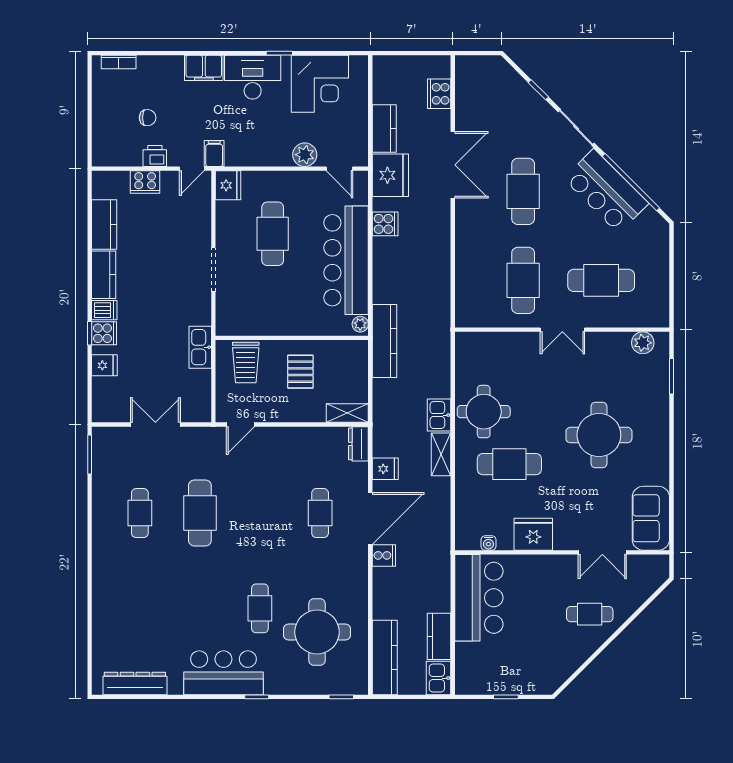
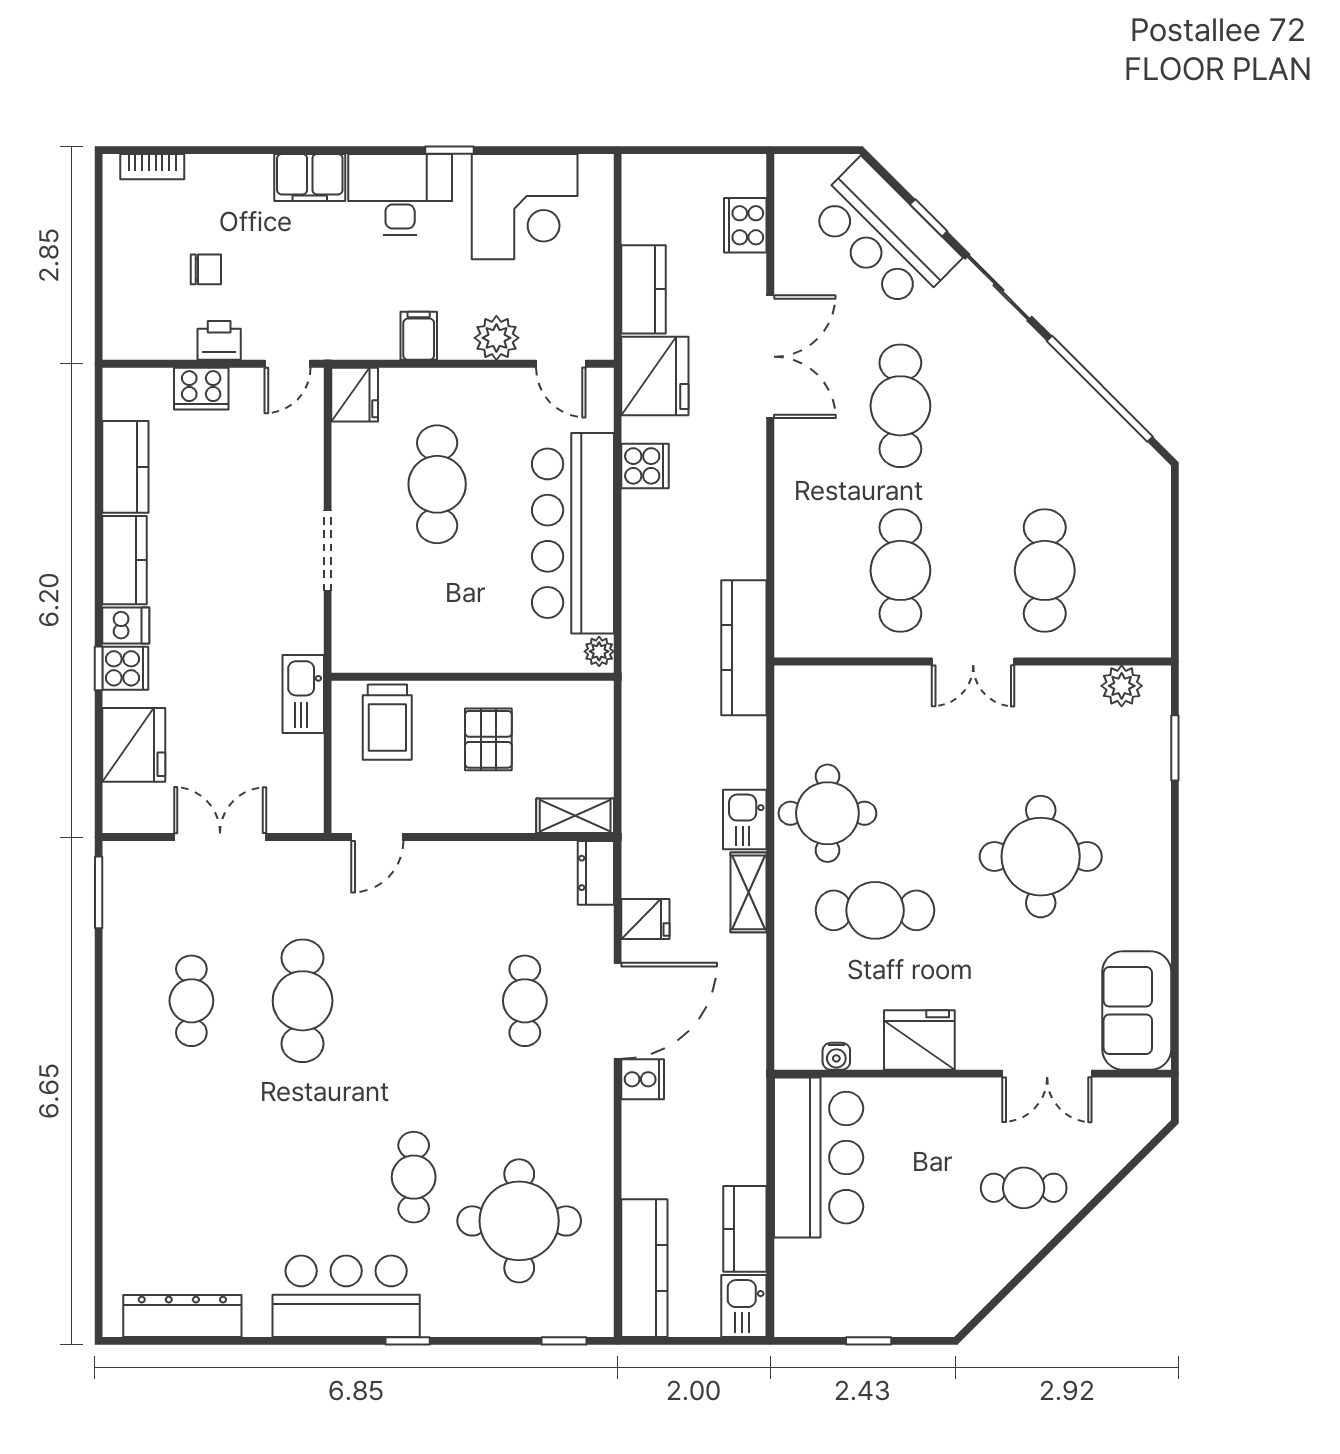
filing cabinet: (214, 154) -> (419, 336), moved
bar counter: (606, 191) -> (884, 235), moved
cafe table: (601, 280) -> (1045, 570), turned 90
kitchen counter: (384, 341) -> (744, 648), moved, turned 180
fridge: (104, 365) -> (134, 745), width x1.88, depth x1.34

